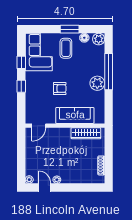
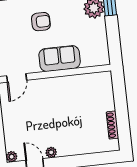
sofa: (75, 115) -> (60, 59), width x0.73
wardrobe: (86, 133) -> (85, 81), removed

